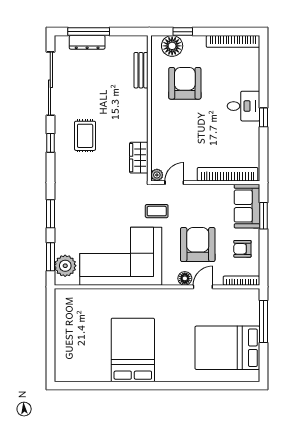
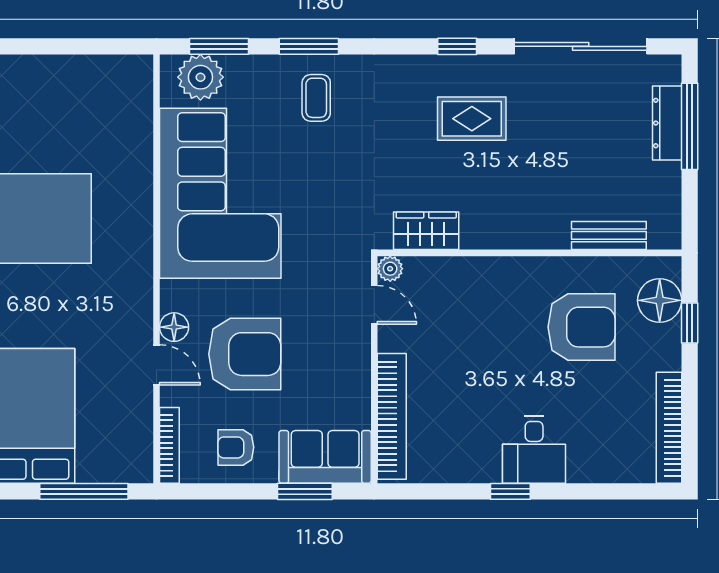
coffee table: (157, 211) -> (316, 98), moved
armchair: (242, 249) -> (236, 447), turned -90

